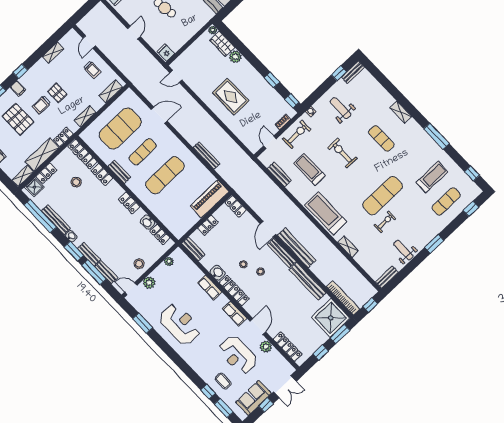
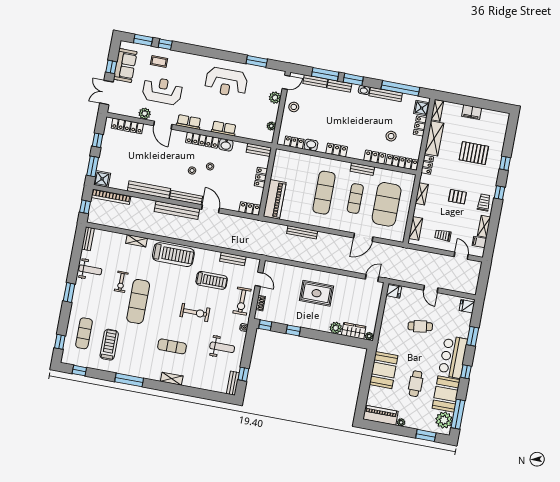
filing cabinet: (18, 88) -> (479, 242), moved
trolley: (41, 105) -> (484, 203), moved
treadmill: (432, 177) -> (109, 345), turned 180
shower: (331, 318) -> (102, 179), width x0.54, depth x0.54

